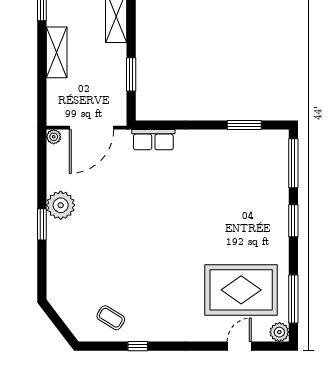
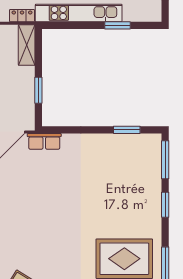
row of seats: (153, 140) -> (44, 141), moved

